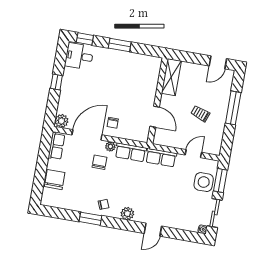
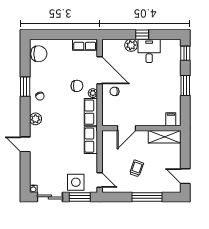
desk: (79, 56) -> (149, 51), moved
filing cabinet: (154, 67) -> (171, 119), added
plant: (61, 121) -> (131, 45), moved
door: (193, 154) -> (100, 180), moved
chair: (55, 180) -> (39, 54), moved

